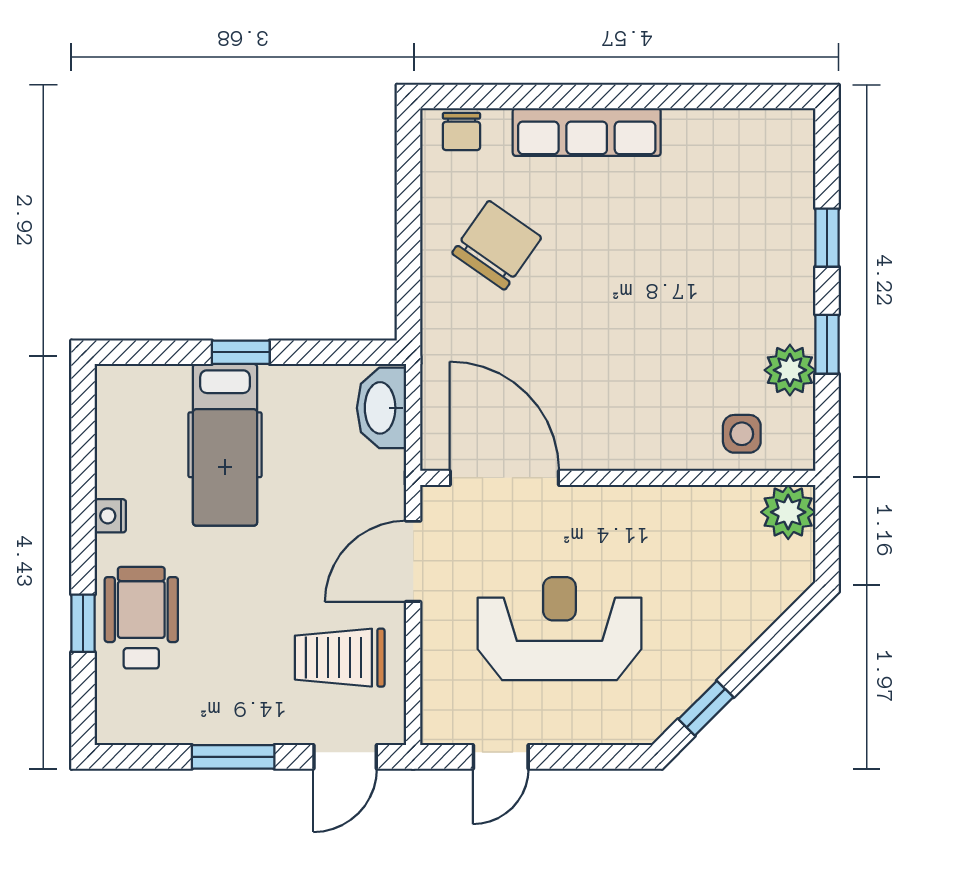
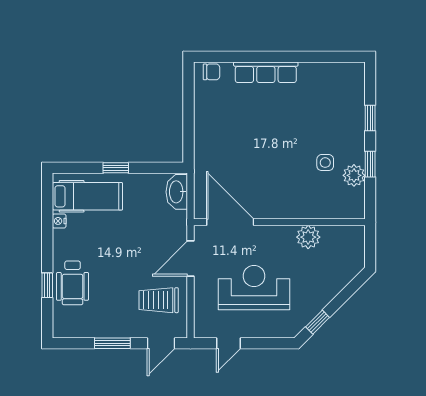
chair: (461, 131) -> (211, 72), turned -90
chair: (497, 245) -> (227, 121), removed
side table: (742, 434) -> (325, 163), moved
hospital bed: (225, 445) -> (87, 196), moved, turned -90
plant: (788, 512) -> (308, 237), moved
nightstand: (110, 516) -> (59, 221), moved
wheelchair: (141, 618) -> (73, 283), turned 180

